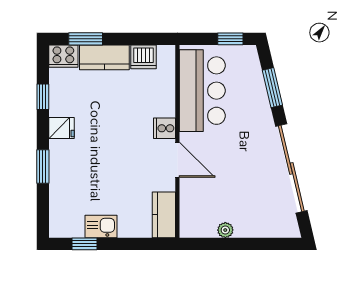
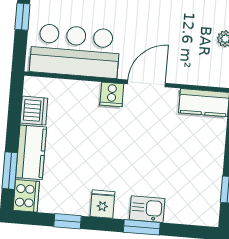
kitchen sink: (101, 226) -> (147, 209), moved, turned 90

